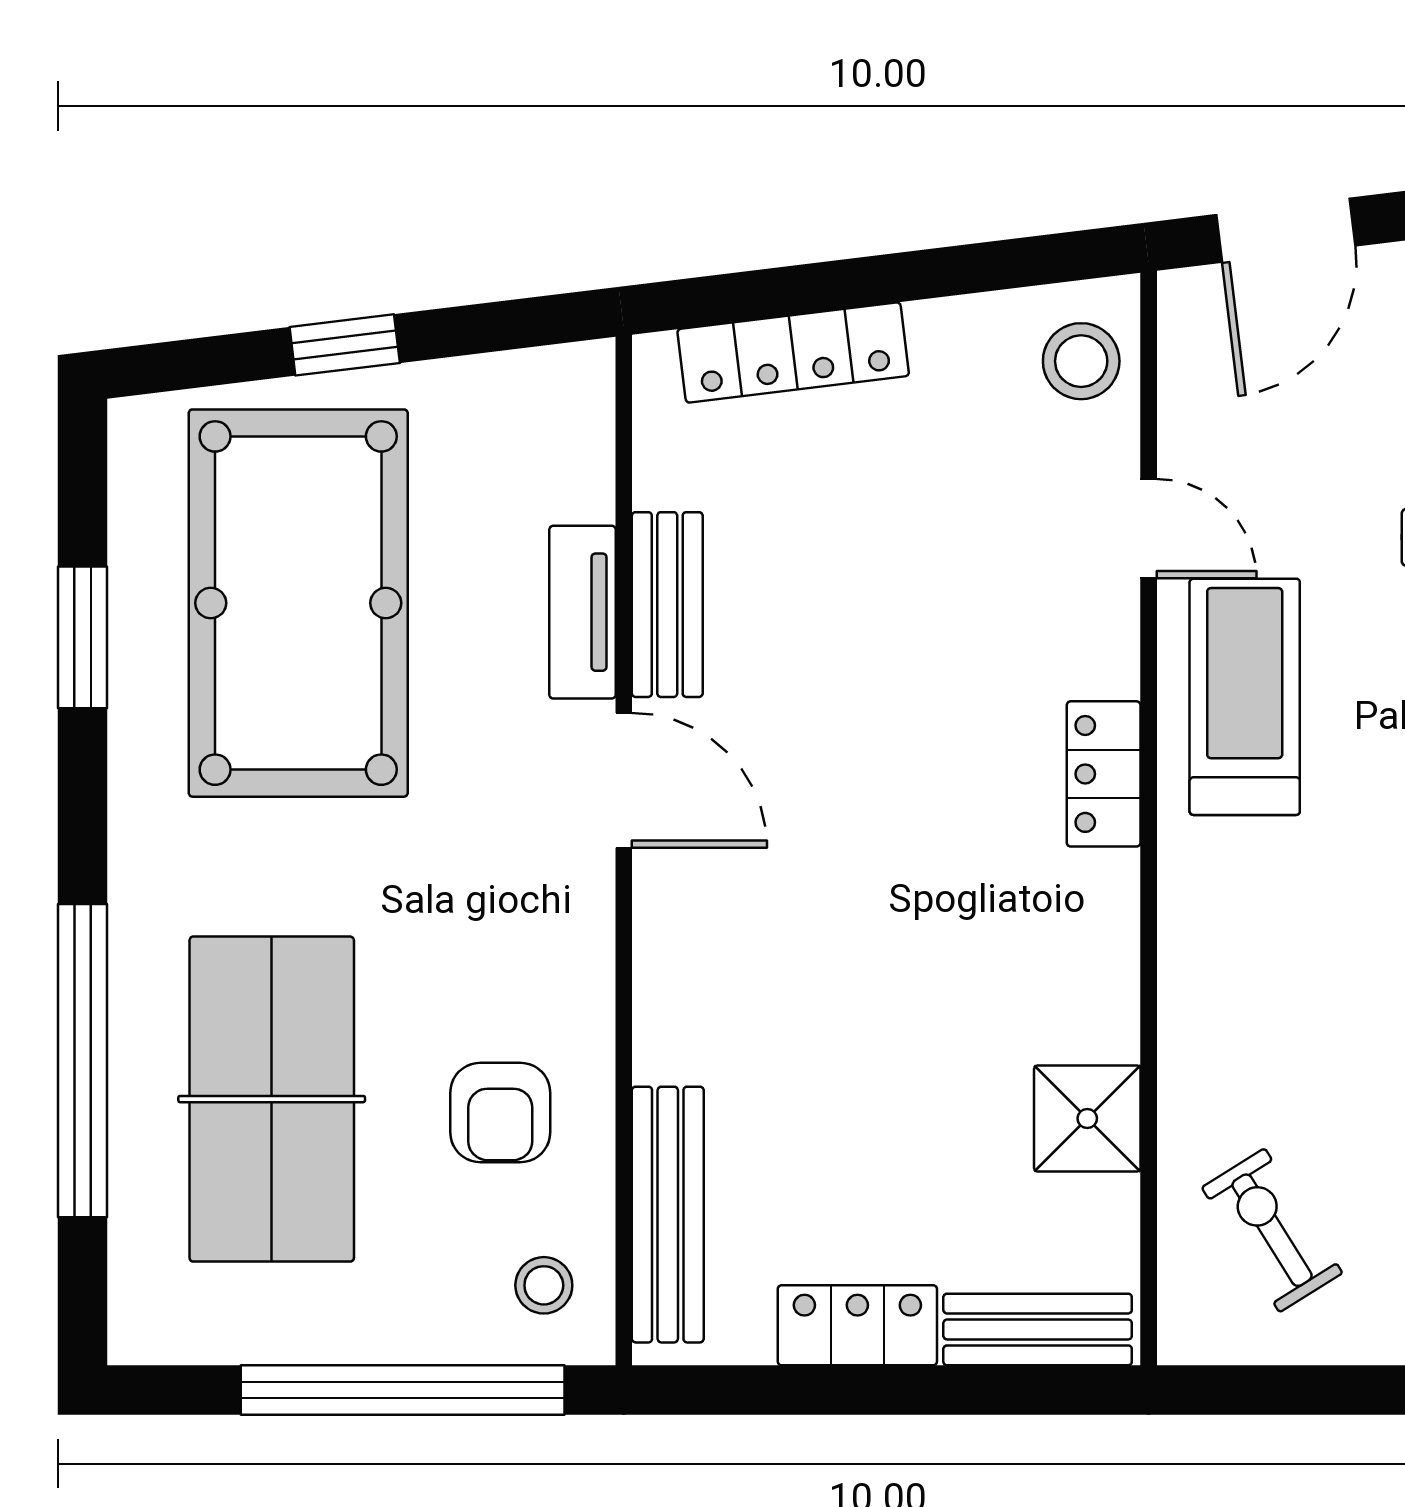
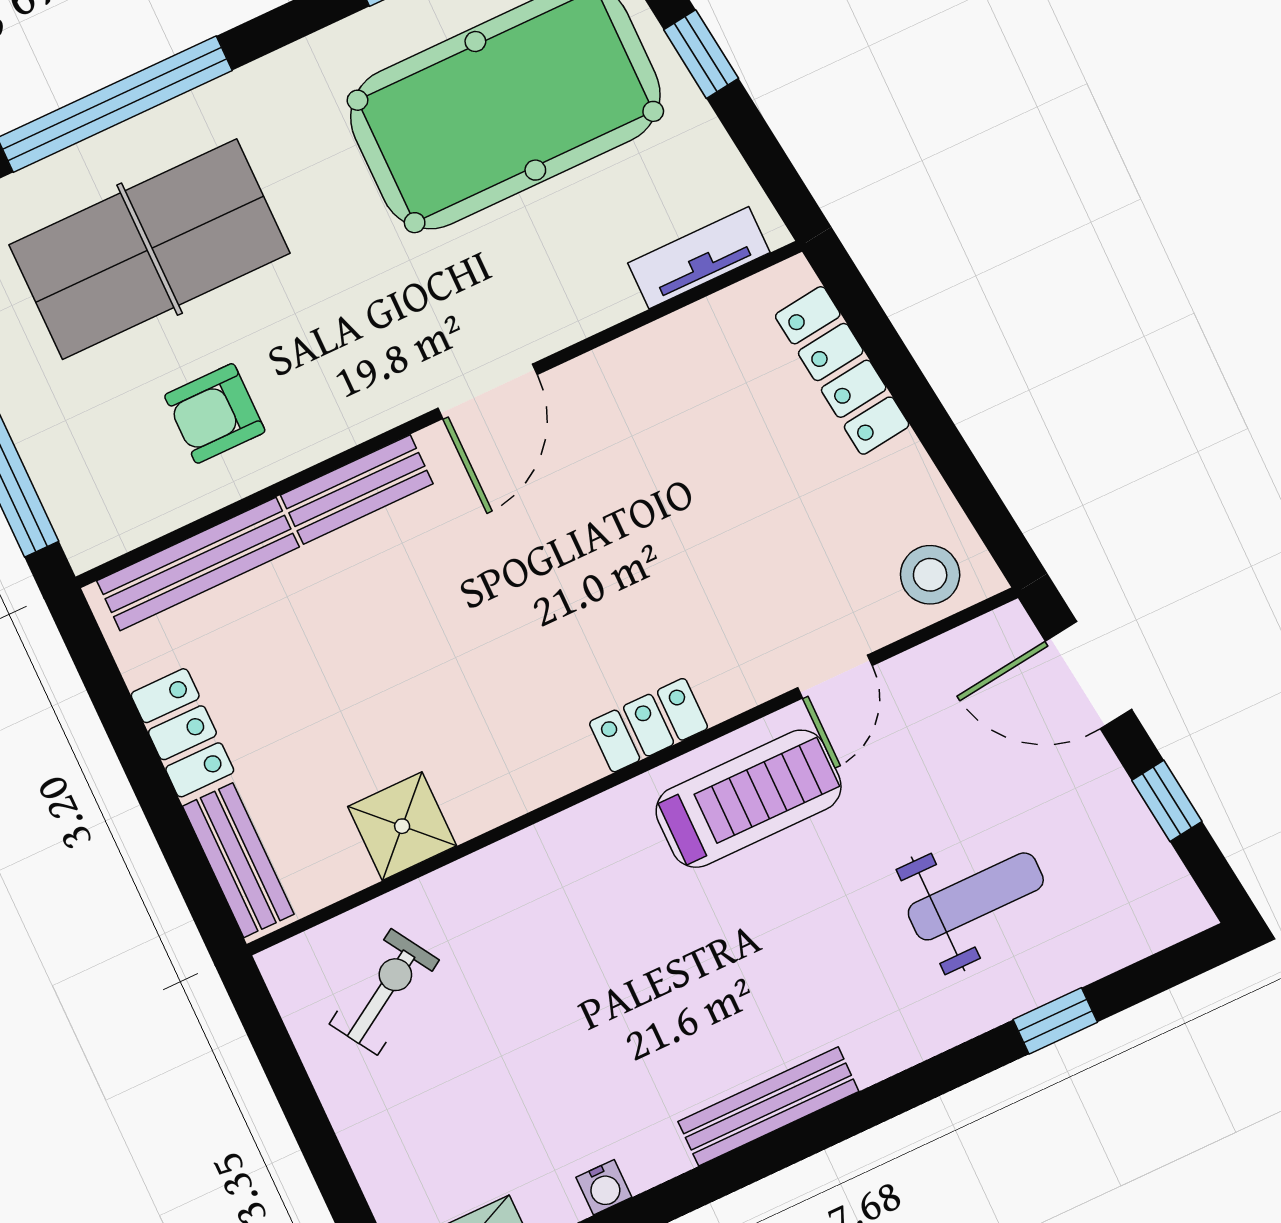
bench: (667, 605) -> (357, 489), moved
tv unit: (582, 612) -> (699, 258), moved
stool: (544, 1285) -> (108, 500), removed

